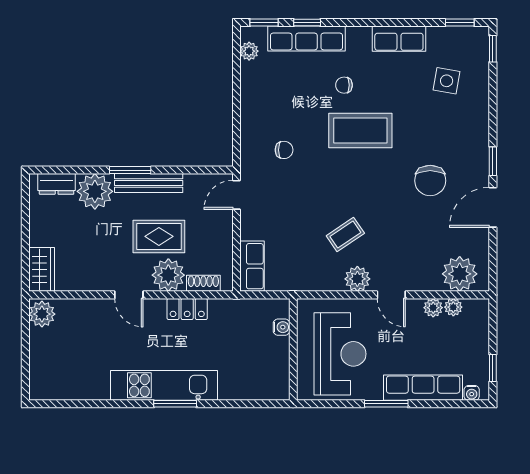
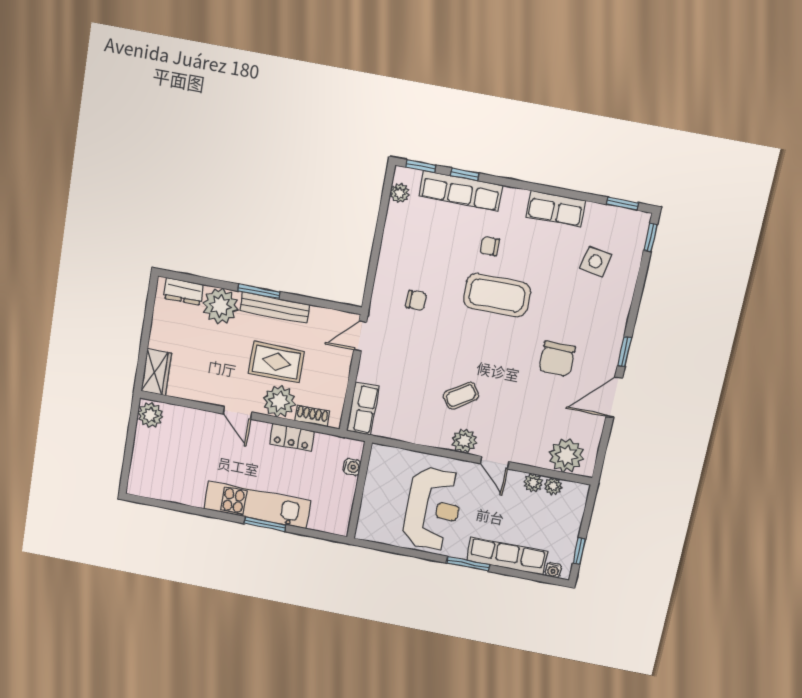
water cooler: (282, 327) -> (352, 467), moved
wall: (293, 349) -> (359, 490), moved

